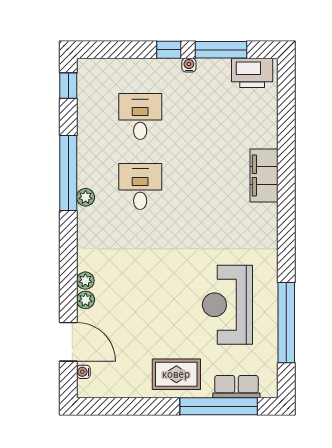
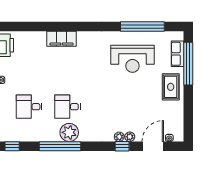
plant: (86, 197) -> (69, 132), width x1.88, depth x1.88
window: (68, 286) -> (122, 146), added

